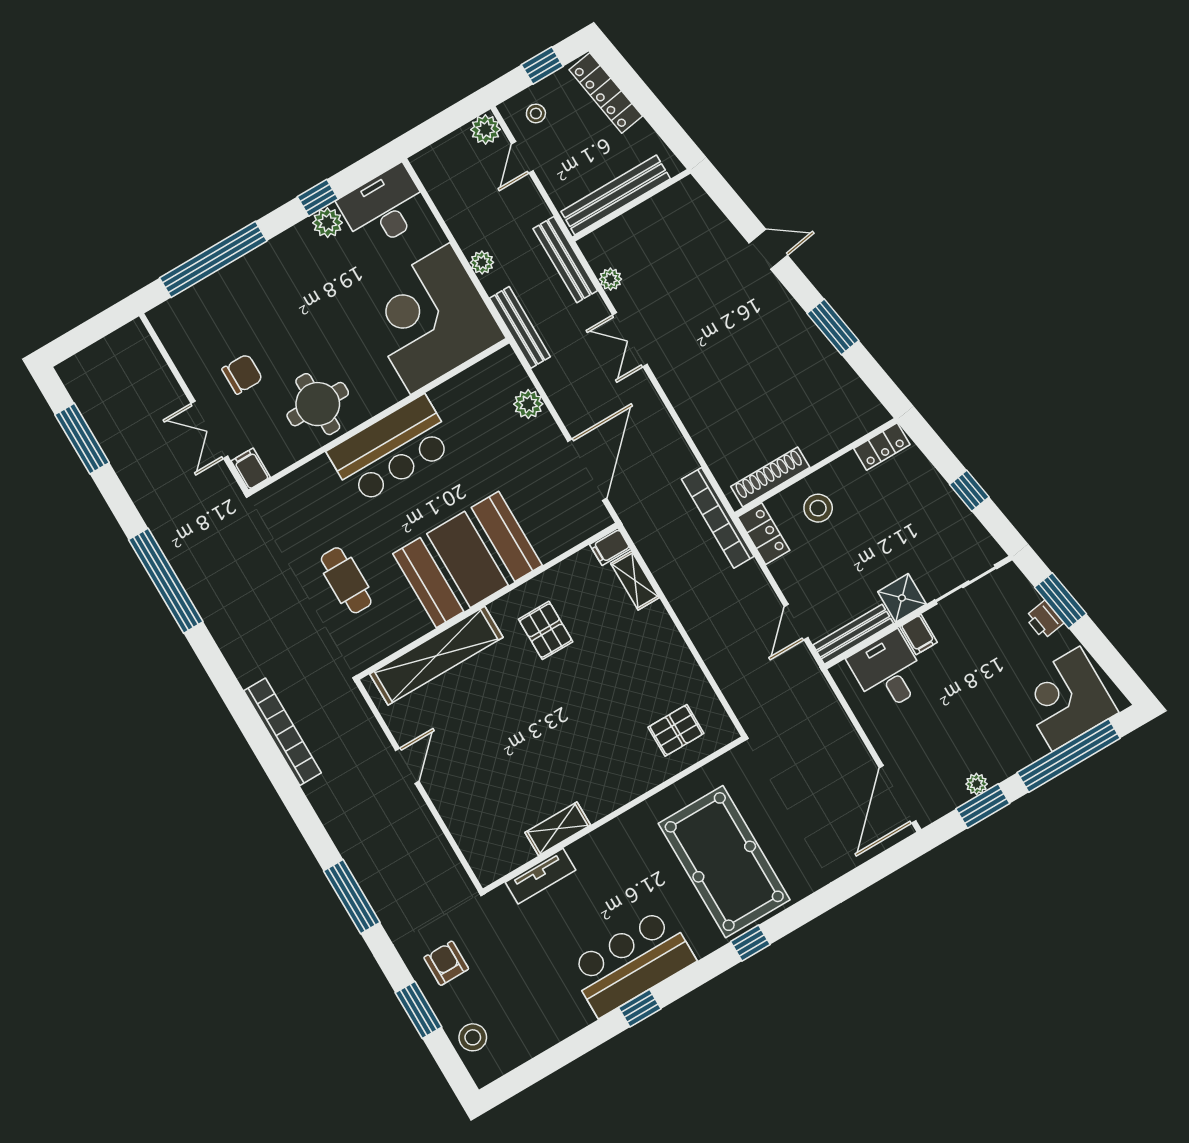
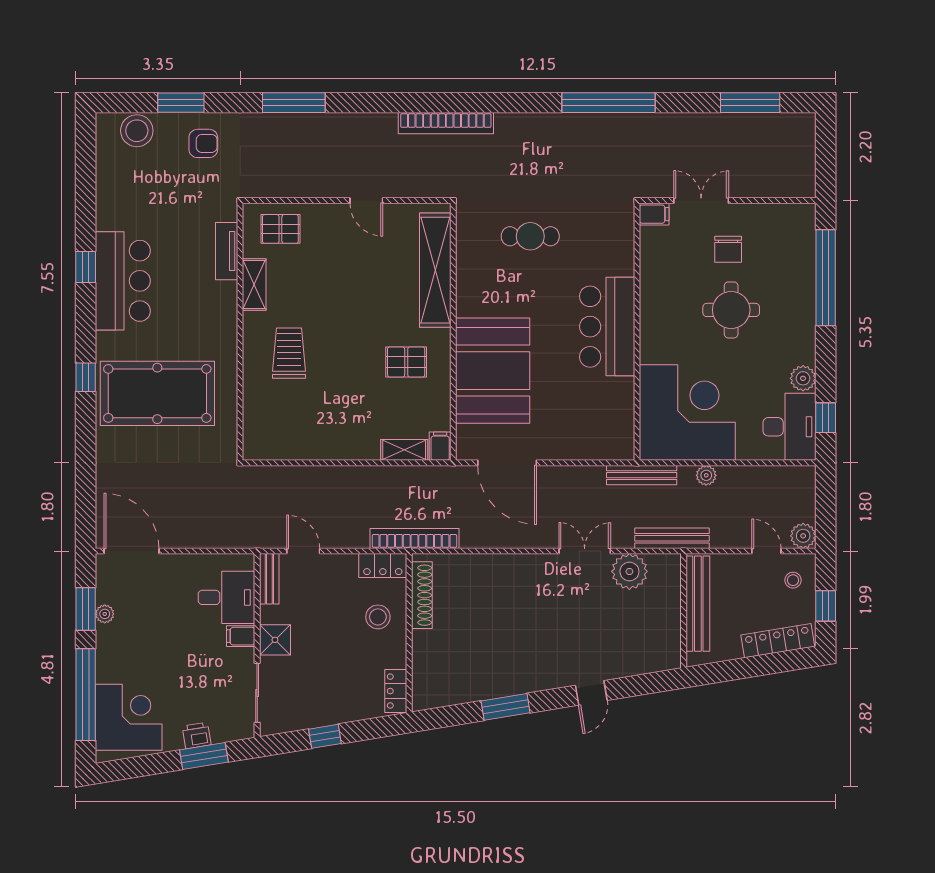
window: (318, 198) -> (826, 418), moved
plant: (610, 279) -> (629, 571), width x1.88, depth x1.88
round table: (318, 404) -> (731, 310), moved
plant: (528, 404) -> (581, 448), removed
booth: (468, 560) -> (493, 371), moved
bench: (853, 634) -> (269, 579), width x0.73
pallet: (676, 730) -> (280, 229), moved, turned 90
trolley: (606, 753) -> (289, 353), added
stool: (473, 1037) -> (137, 131), width x1.38, depth x1.38

